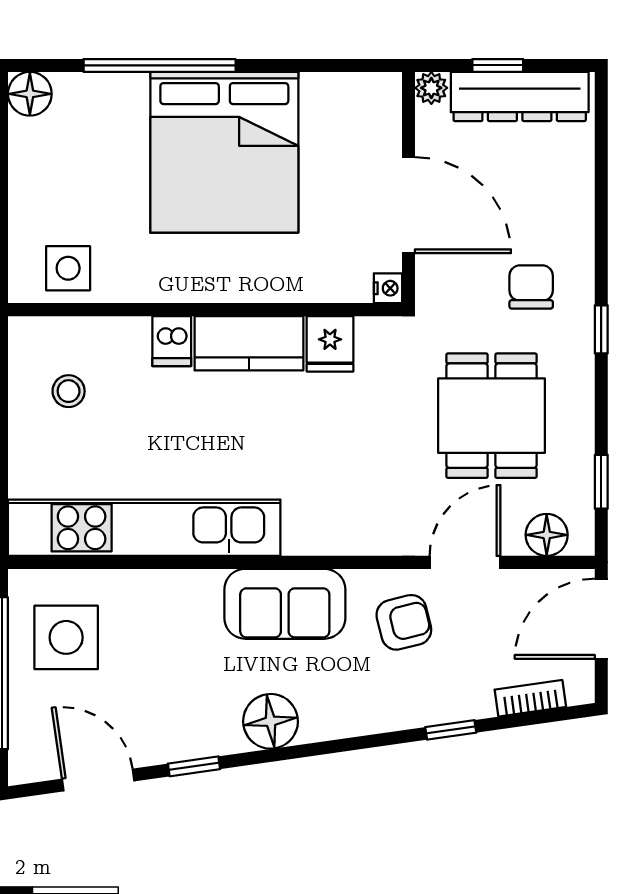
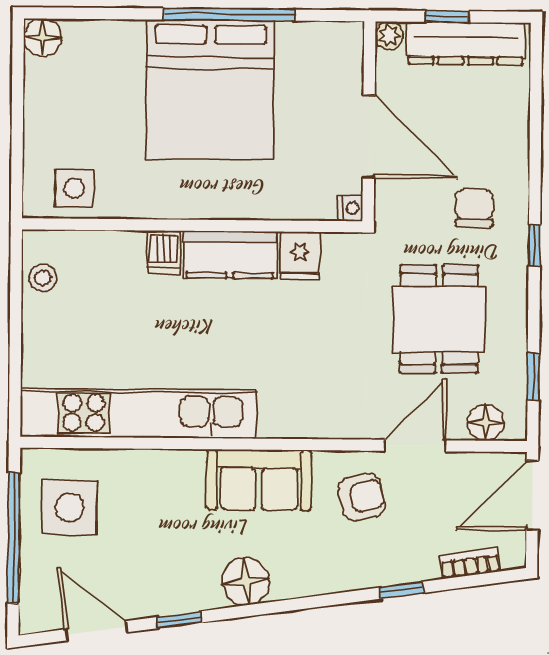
window: (160, 65) -> (229, 15), moved
stool: (69, 391) -> (43, 278), moved

